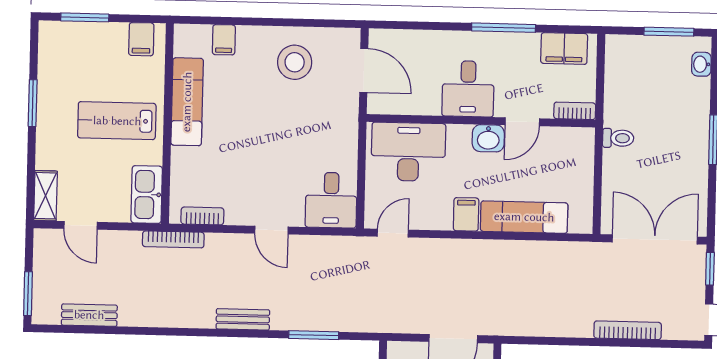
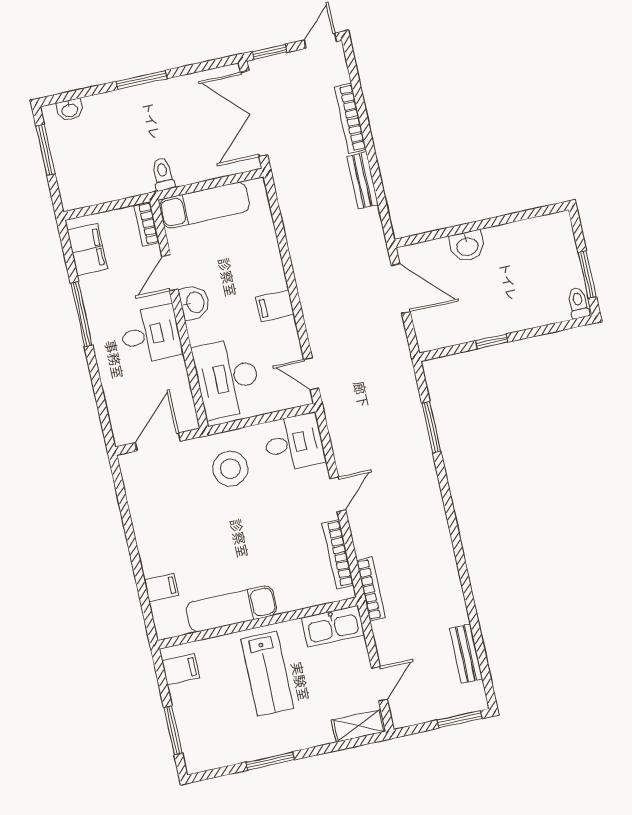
stool: (295, 62) -> (230, 469), moved
door: (522, 122) -> (170, 273), swing flipped
bookcase: (202, 216) -> (338, 554), width x1.56
exam couch: (524, 217) -> (204, 205), moved, turned -90
bench: (243, 319) -> (362, 181), moved

